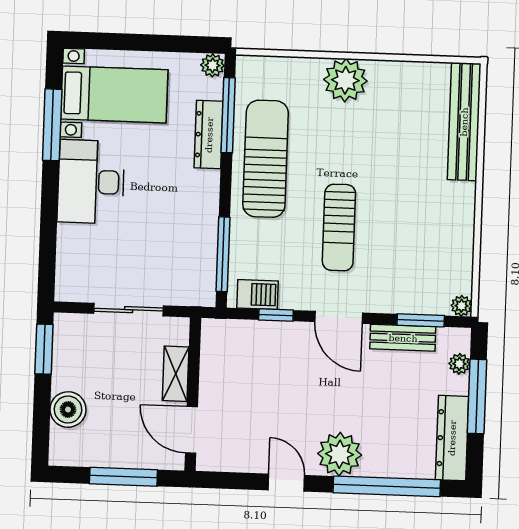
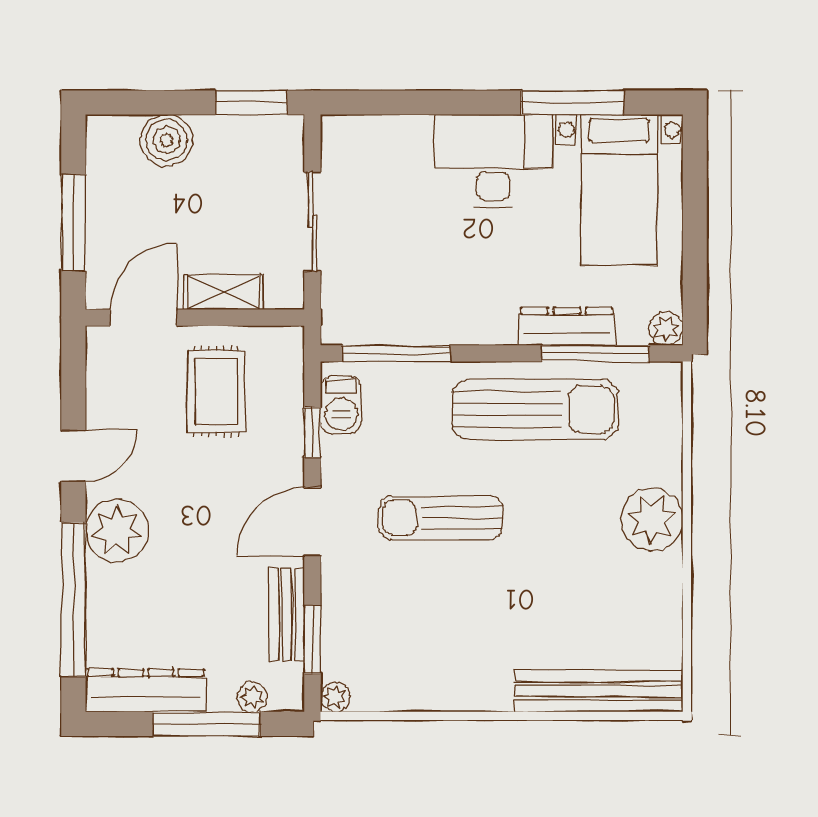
rug: (245, 381) -> (216, 391), added

